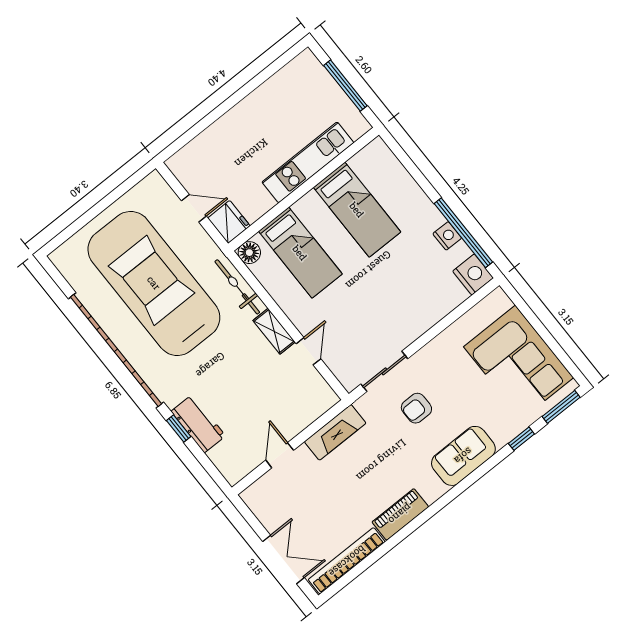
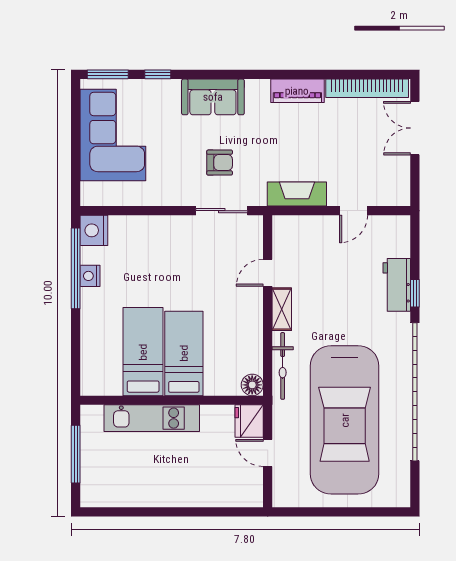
bed: (300, 253) -> (184, 353), moved

